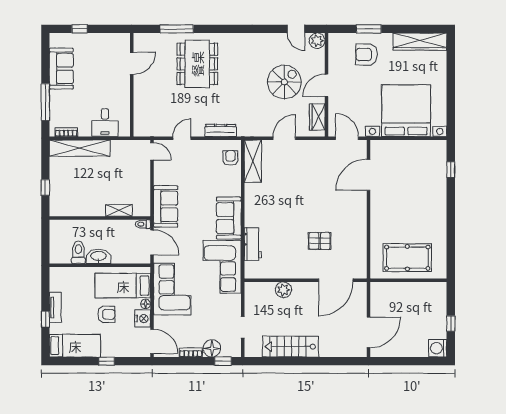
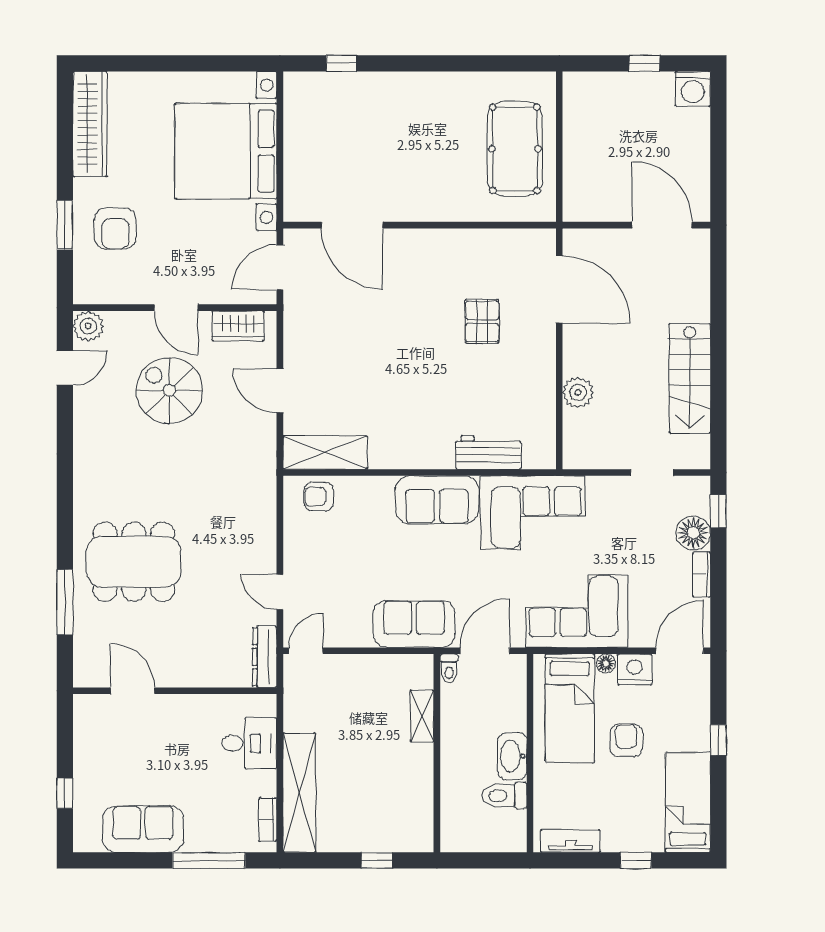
dresser: (221, 130) -> (265, 657), moved
tv unit: (55, 308) -> (570, 841), moved

